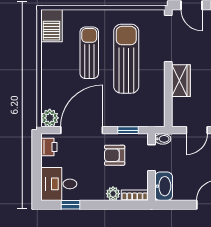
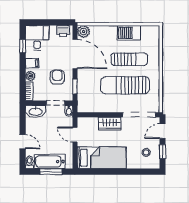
barbecue: (51, 26) -> (129, 33), moved
sun lounger: (126, 59) -> (125, 85), turned 180
filing cabinet: (95, 191) -> (32, 63), added

